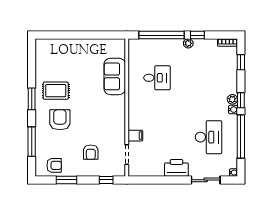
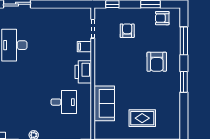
desk: (157, 78) -> (64, 102), turned 180
rug: (56, 91) -> (142, 118), moved
printer: (176, 168) -> (83, 72), moved, turned 90

